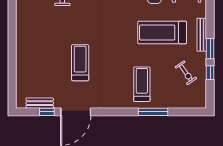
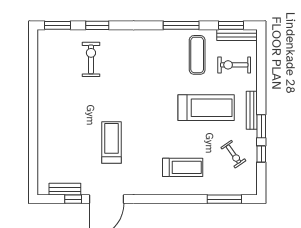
treadmill: (162, 32) -> (206, 108), turned 180
treadmill: (142, 84) -> (183, 167), turned 90
window: (153, 112) -> (224, 199), moved

